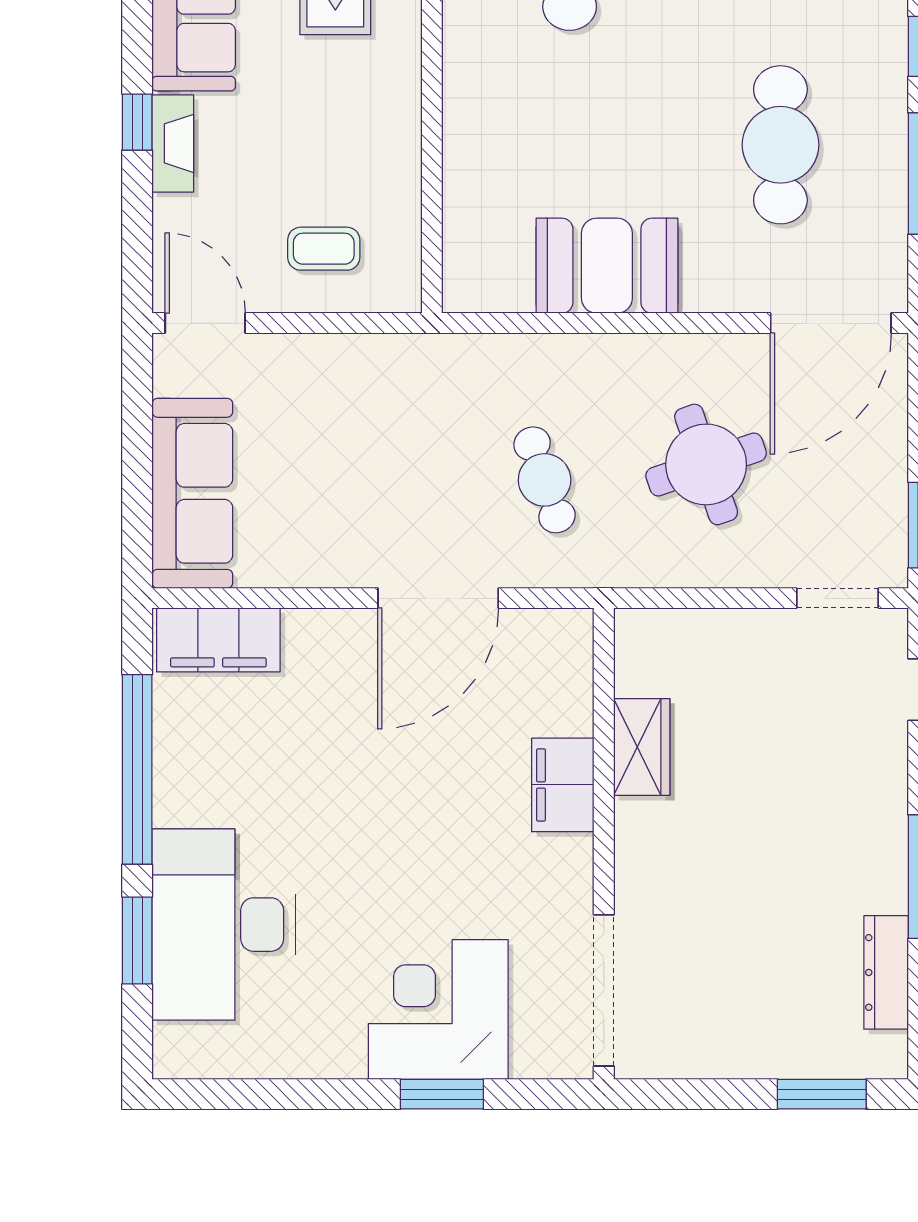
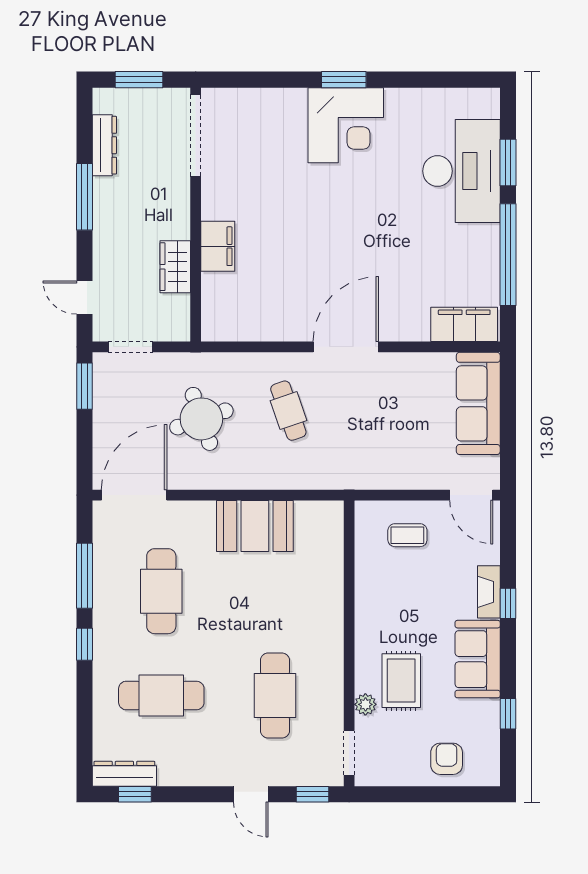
wardrobe: (642, 747) -> (175, 267), moved
filing cabinet: (563, 785) -> (218, 246), moved
wall: (604, 844) -> (196, 215), moved
doorway: (604, 990) -> (196, 136), moved

